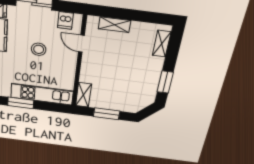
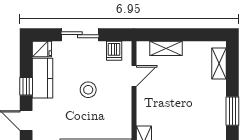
door: (81, 44) -> (134, 76), swing flipped

